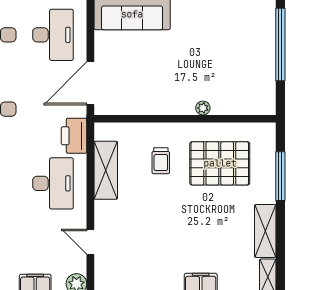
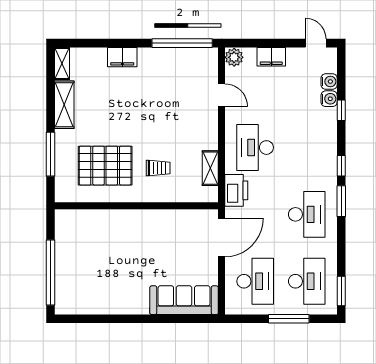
desk: (53, 35) -> (255, 281), turned 180
plant: (203, 108) -> (120, 215), removed
trolley: (161, 161) -> (158, 168), turned 90
shelving: (106, 170) -> (210, 168), width x0.67, depth x0.75

